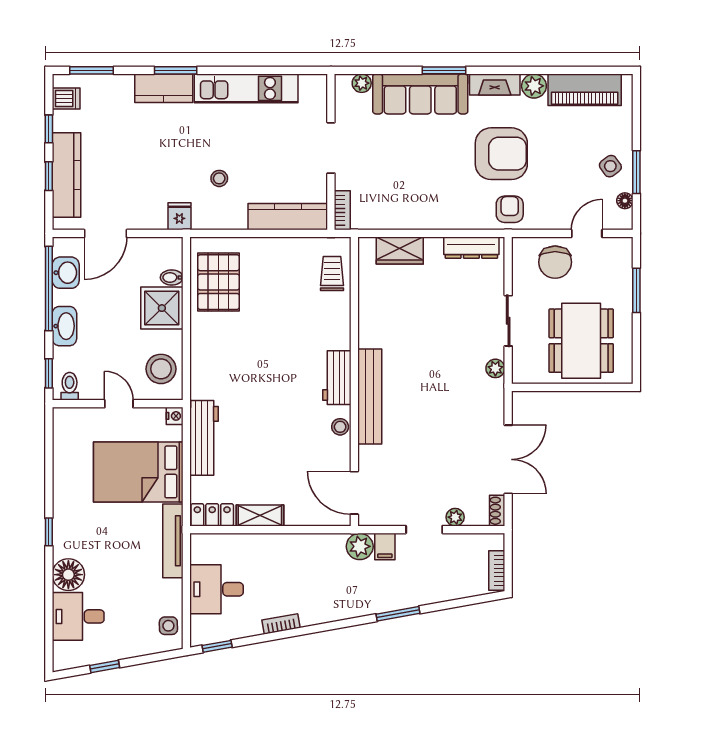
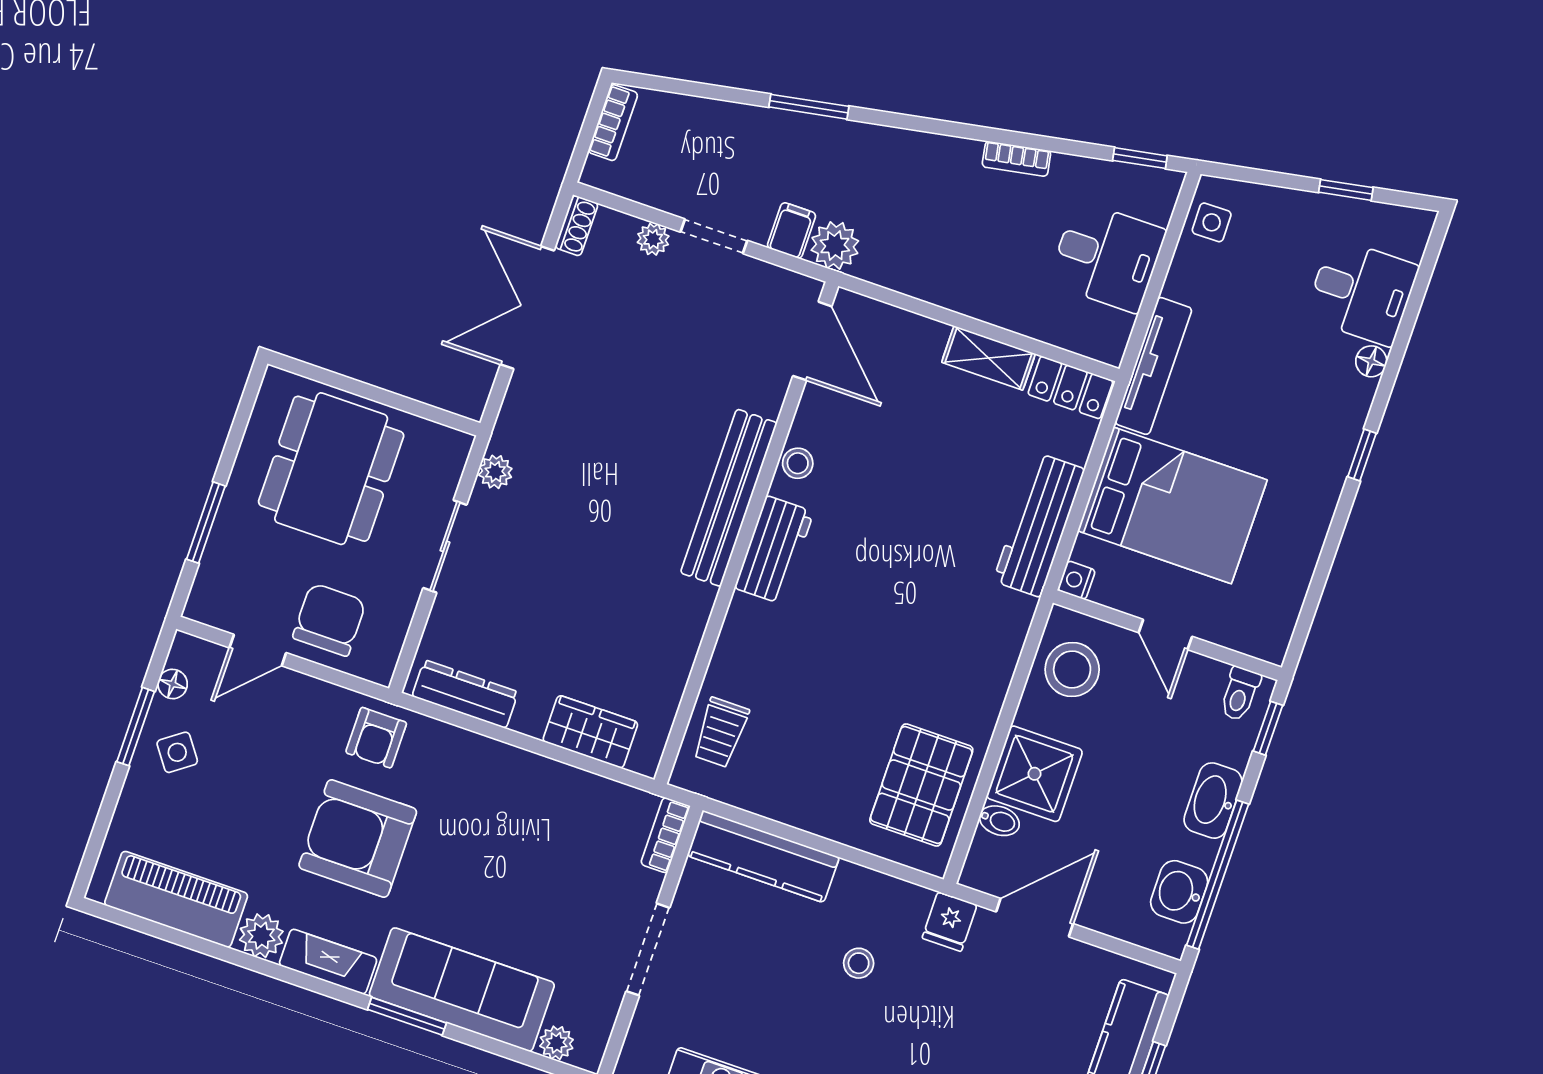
door: (106, 233) -> (1035, 918), moved
floor lamp: (68, 575) -> (1371, 361), width x0.53, depth x0.53

